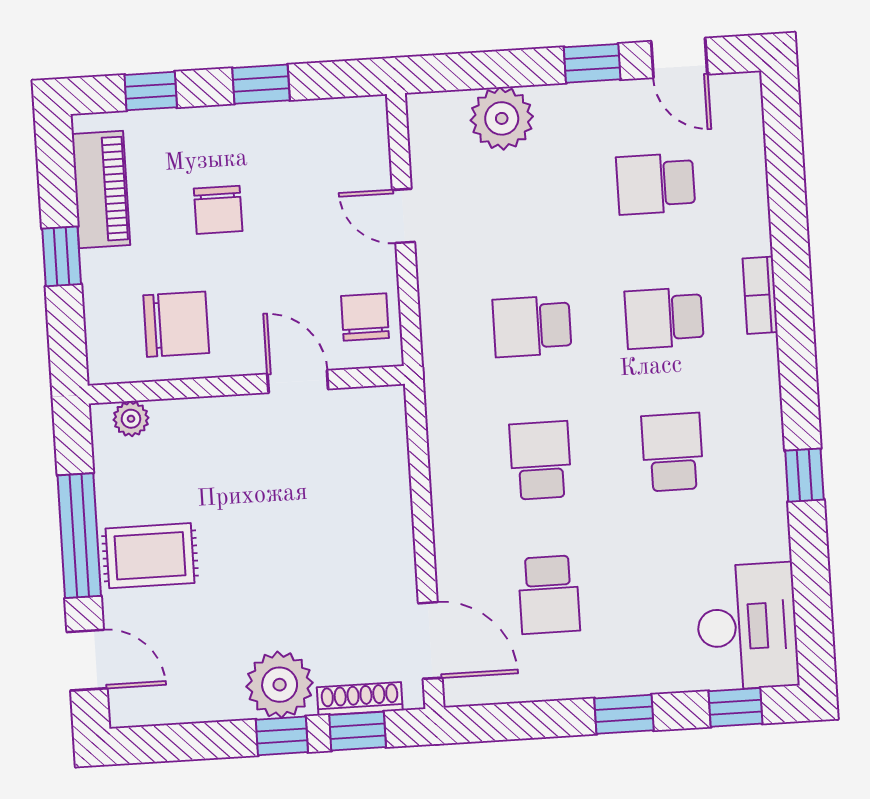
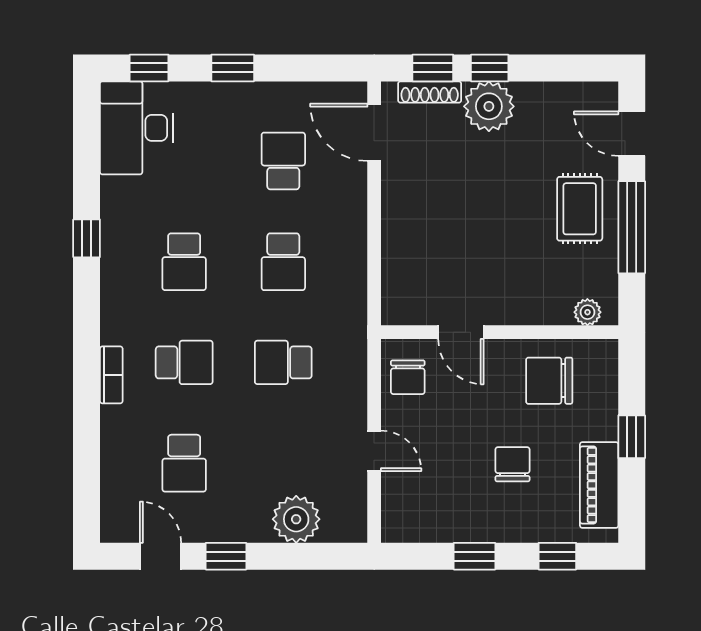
school desk: (656, 184) -> (184, 463), turned 90
school desk: (532, 326) -> (283, 362), turned 180
rug: (150, 556) -> (580, 209), turned 90

